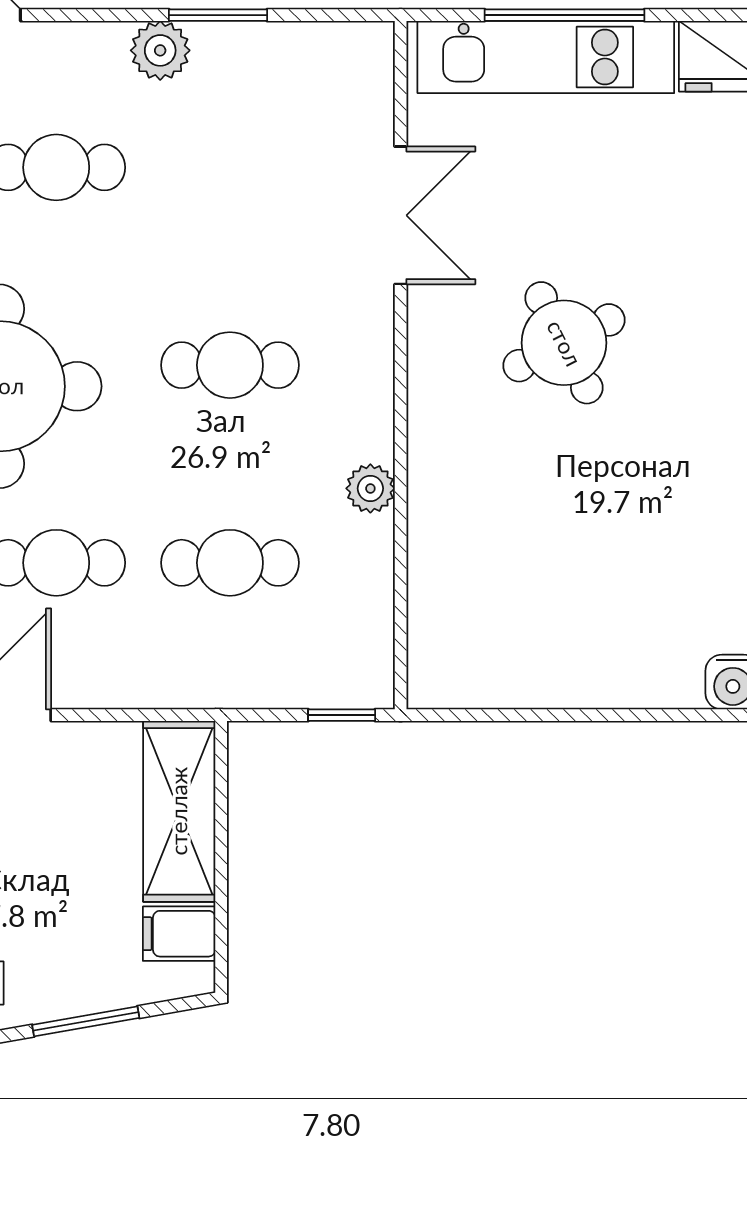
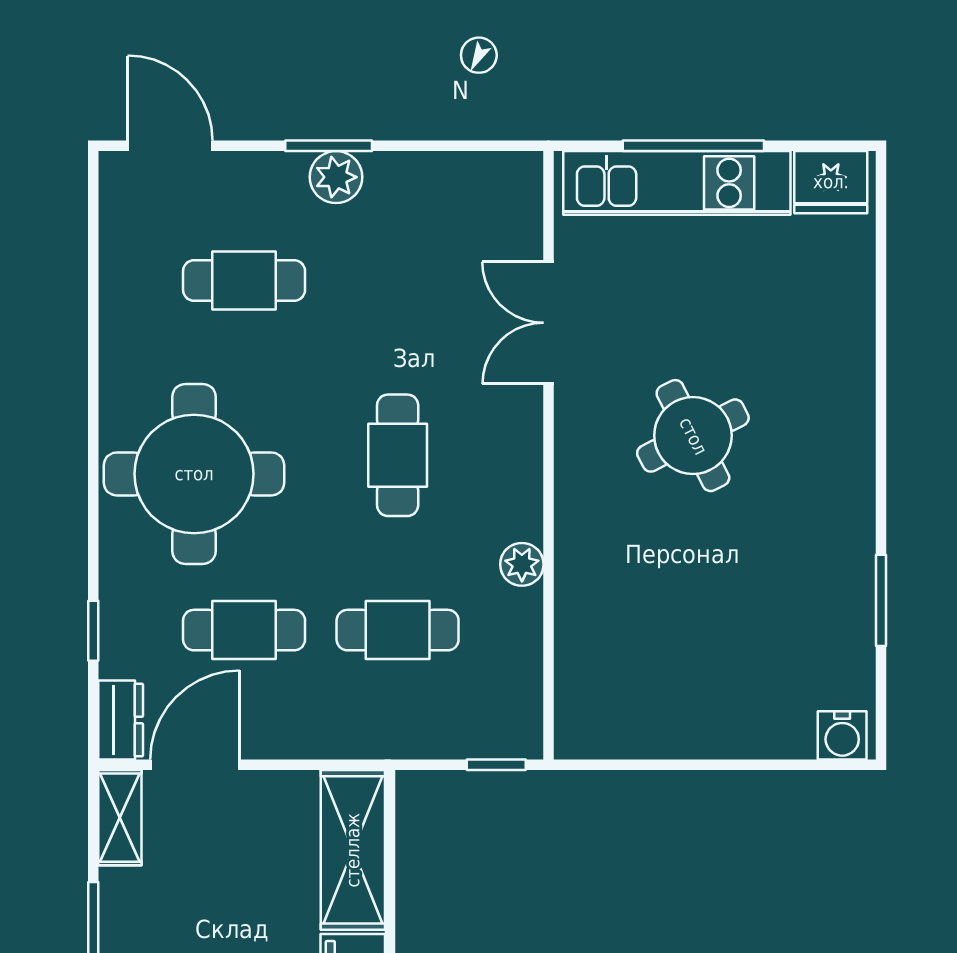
window: (218, 15) -> (329, 146), moved
double door: (401, 215) -> (548, 323), swing flipped
cafe table: (230, 365) -> (398, 455), turned 90

